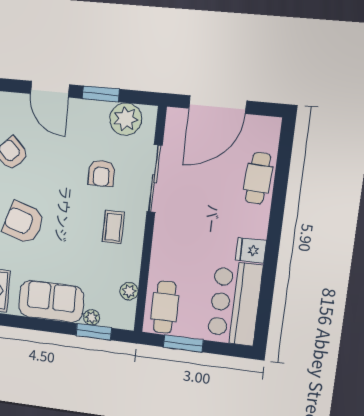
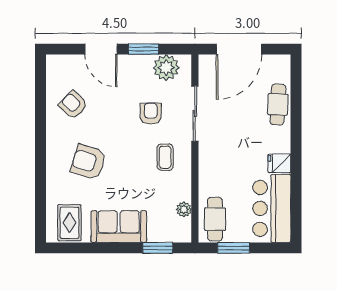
armchair: (102, 173) -> (151, 114), turned 180
plant: (92, 317) -> (155, 236), removed

